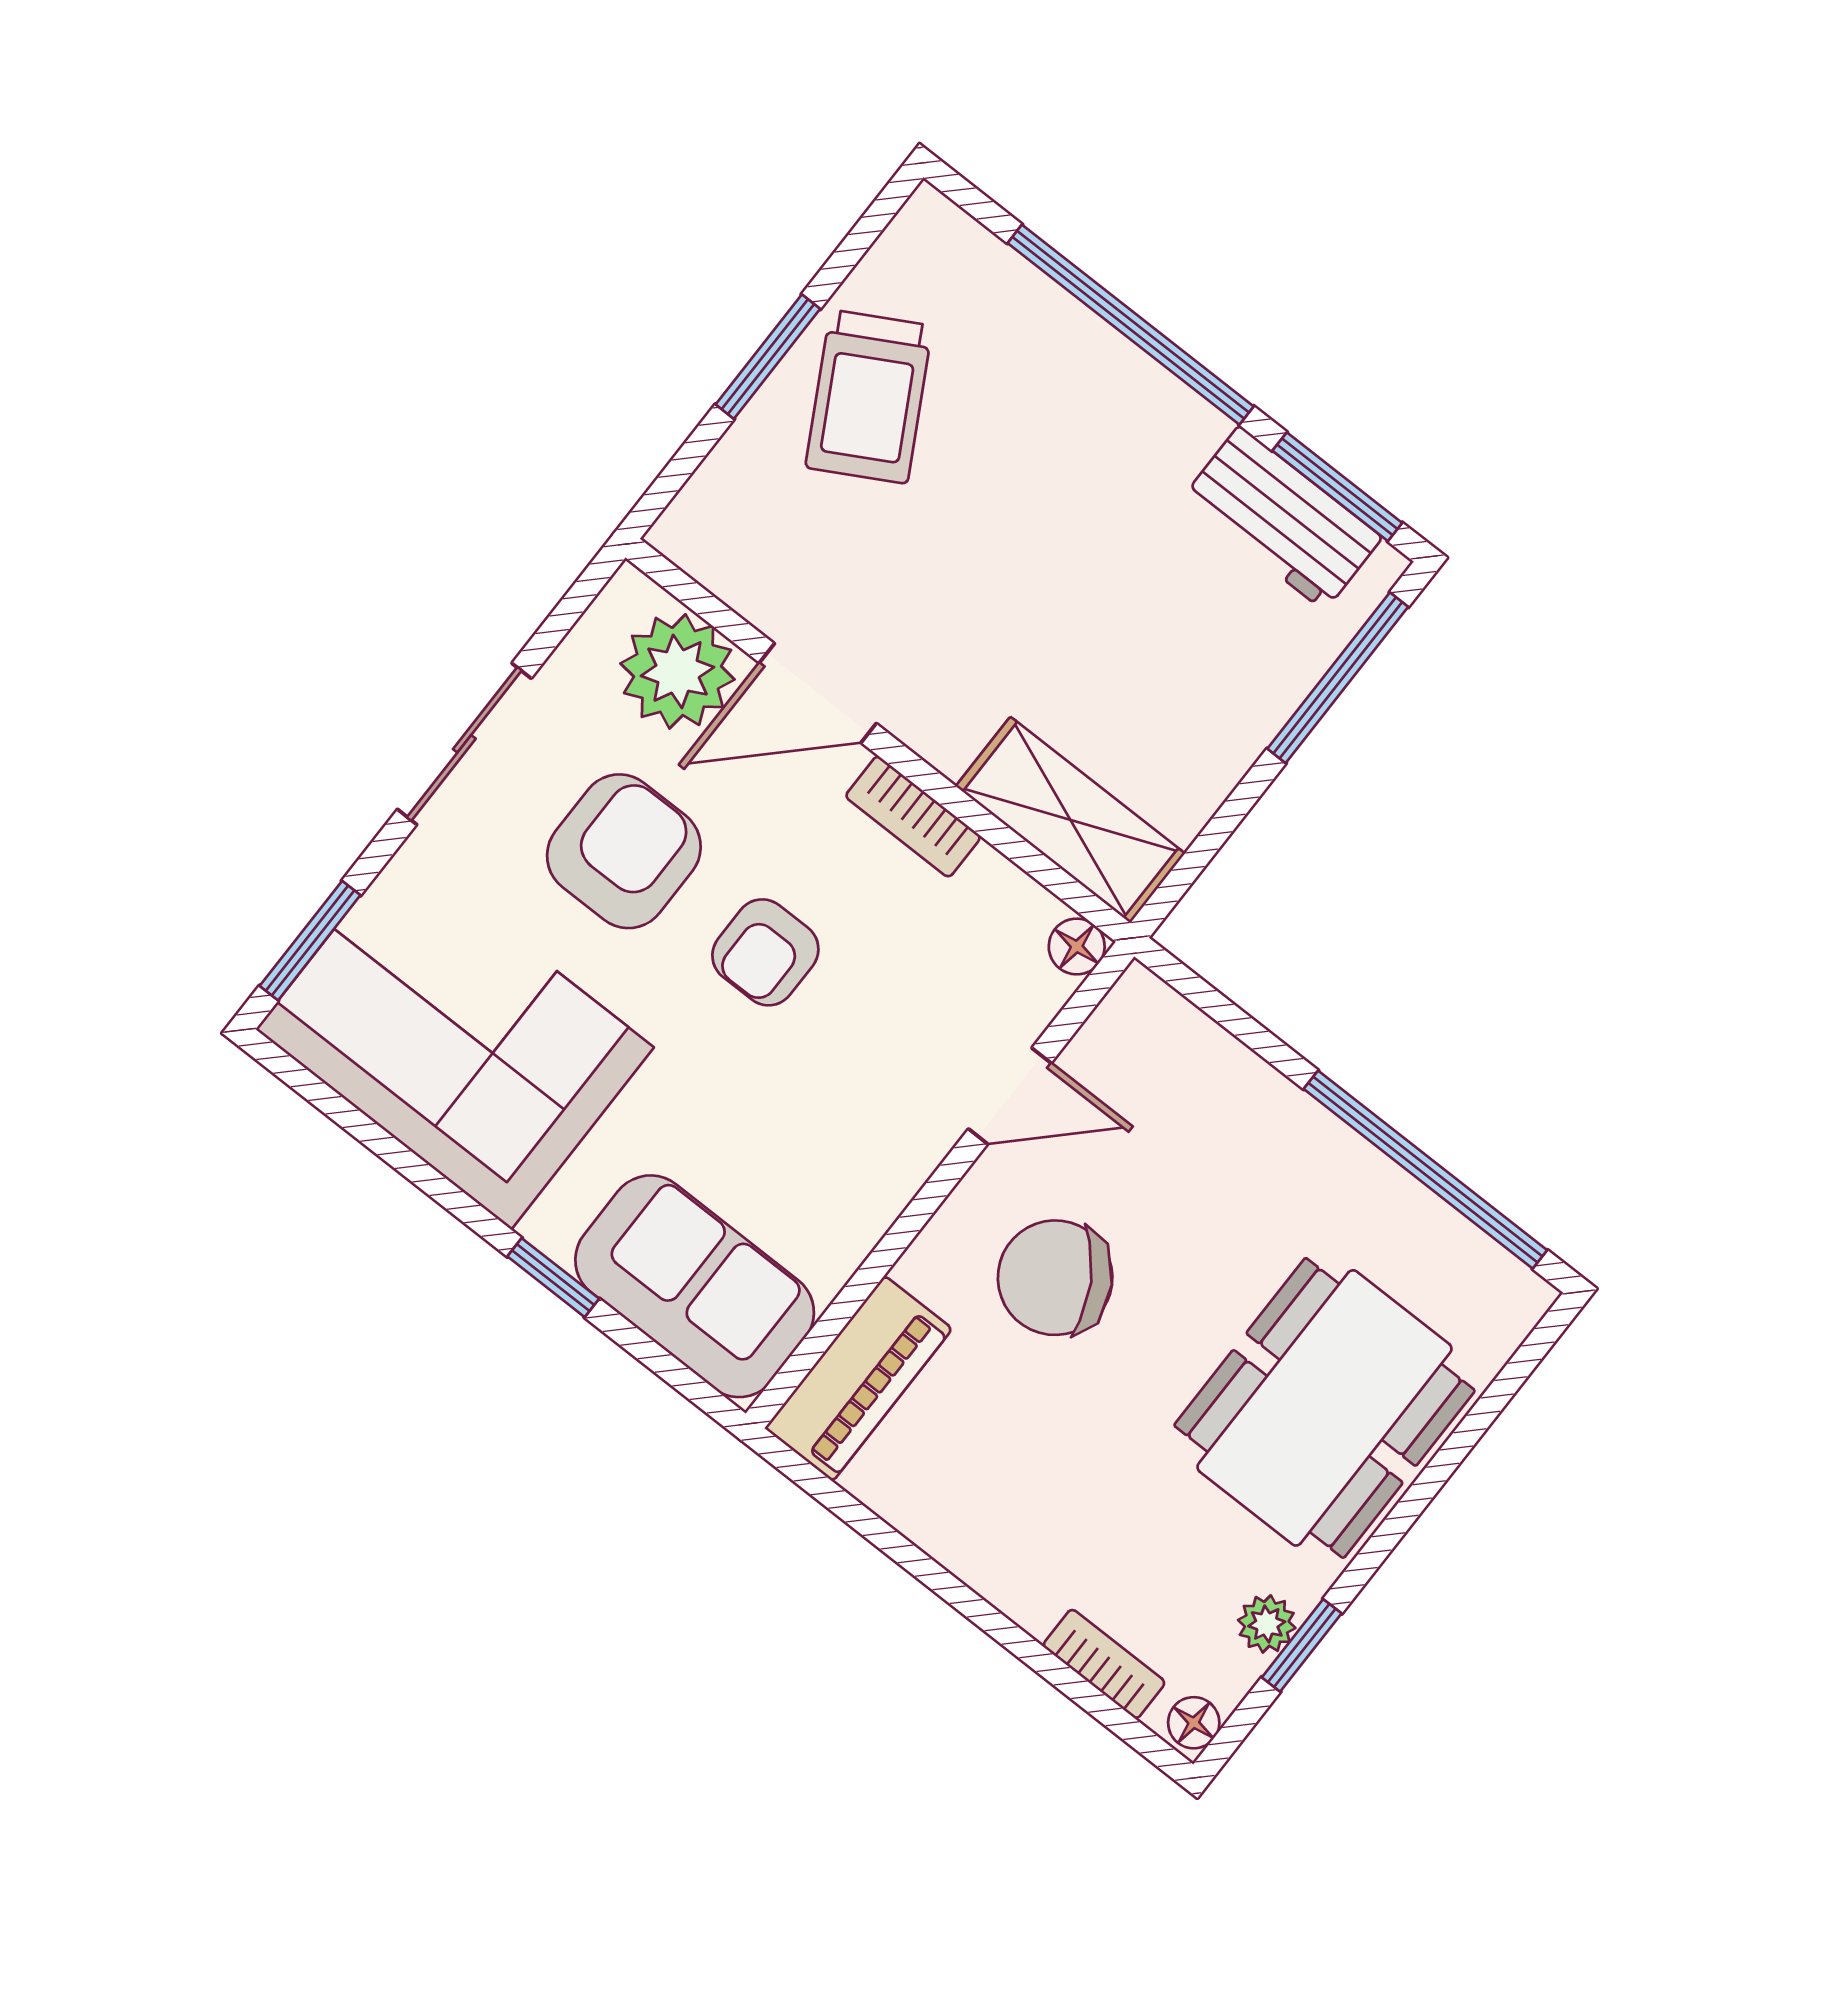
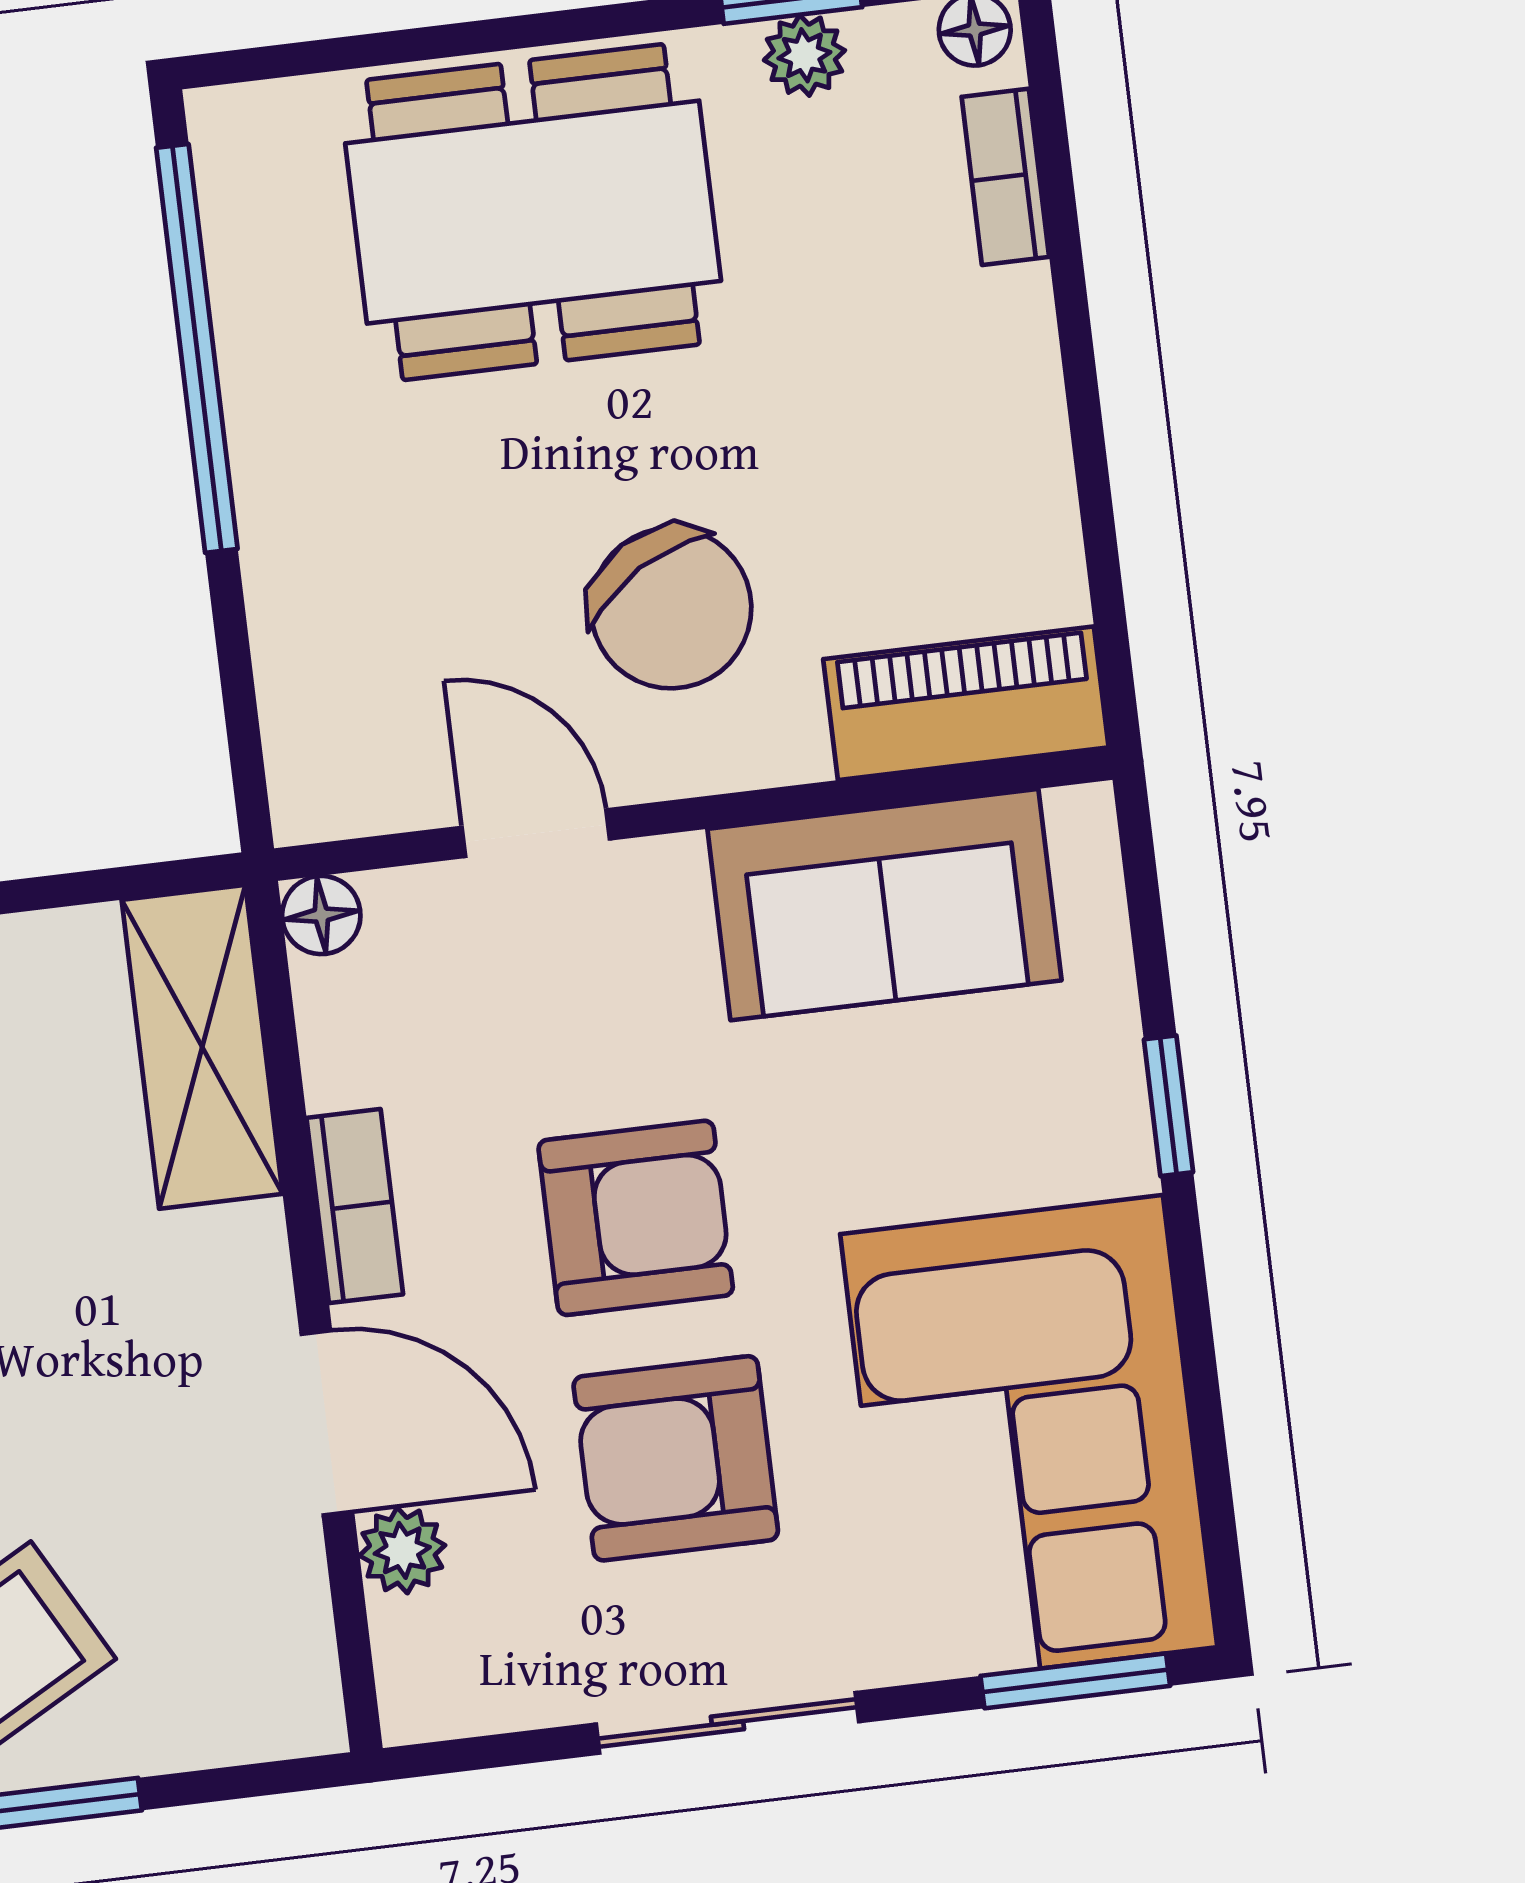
plant: (678, 671) -> (402, 1550), width x0.53, depth x0.53
armchair: (765, 952) -> (636, 1218), width x1.38, depth x1.38
sofa: (695, 1286) -> (884, 905), moved, turned -90

